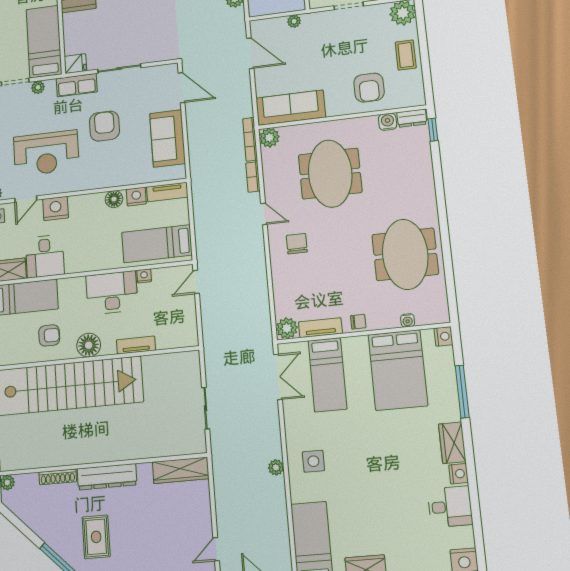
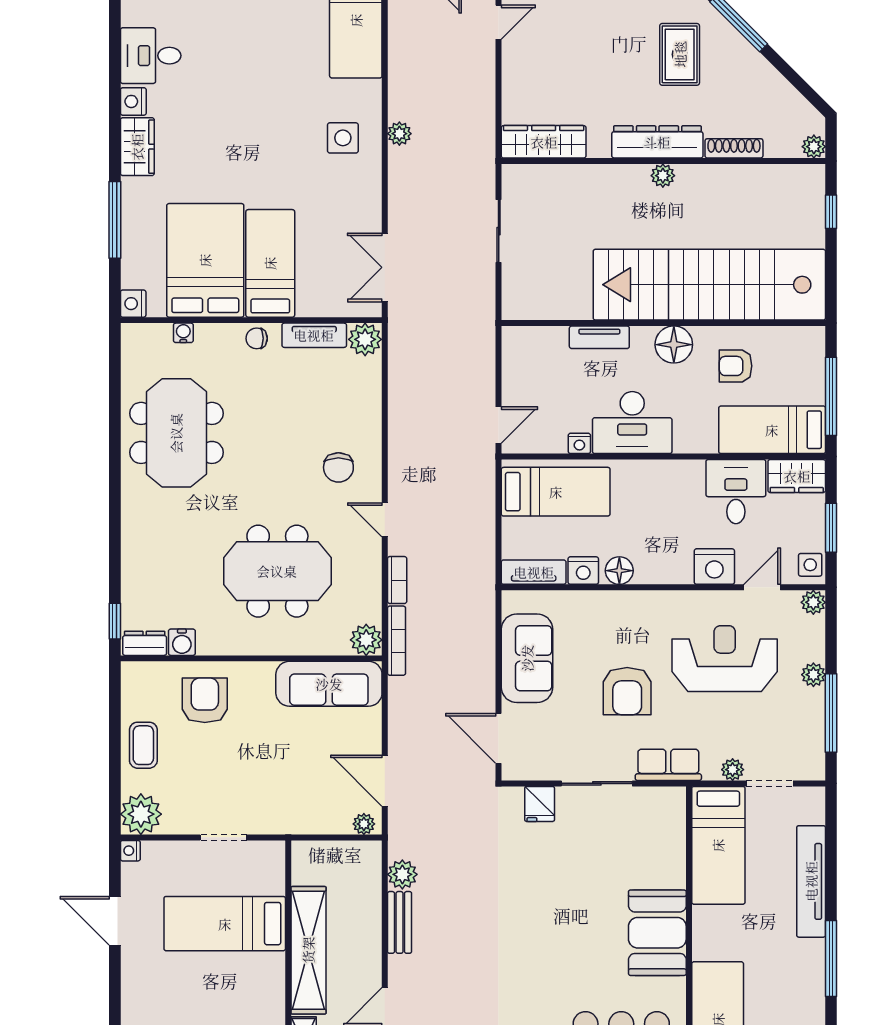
plant: (294, 21) -> (364, 824), moved
fridge: (75, 64) -> (540, 804), moved, turned -90
meeting table: (330, 174) -> (277, 571), turned 90
bed: (328, 375) -> (270, 263), moved
plant: (102, 455) -> (663, 176), added

